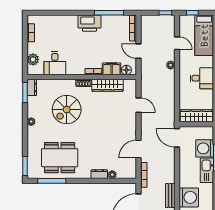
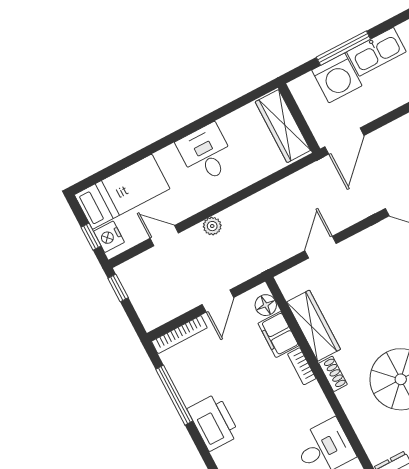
nightstand: (188, 20) -> (109, 237), added
door: (177, 43) -> (164, 236), hinge flipped

